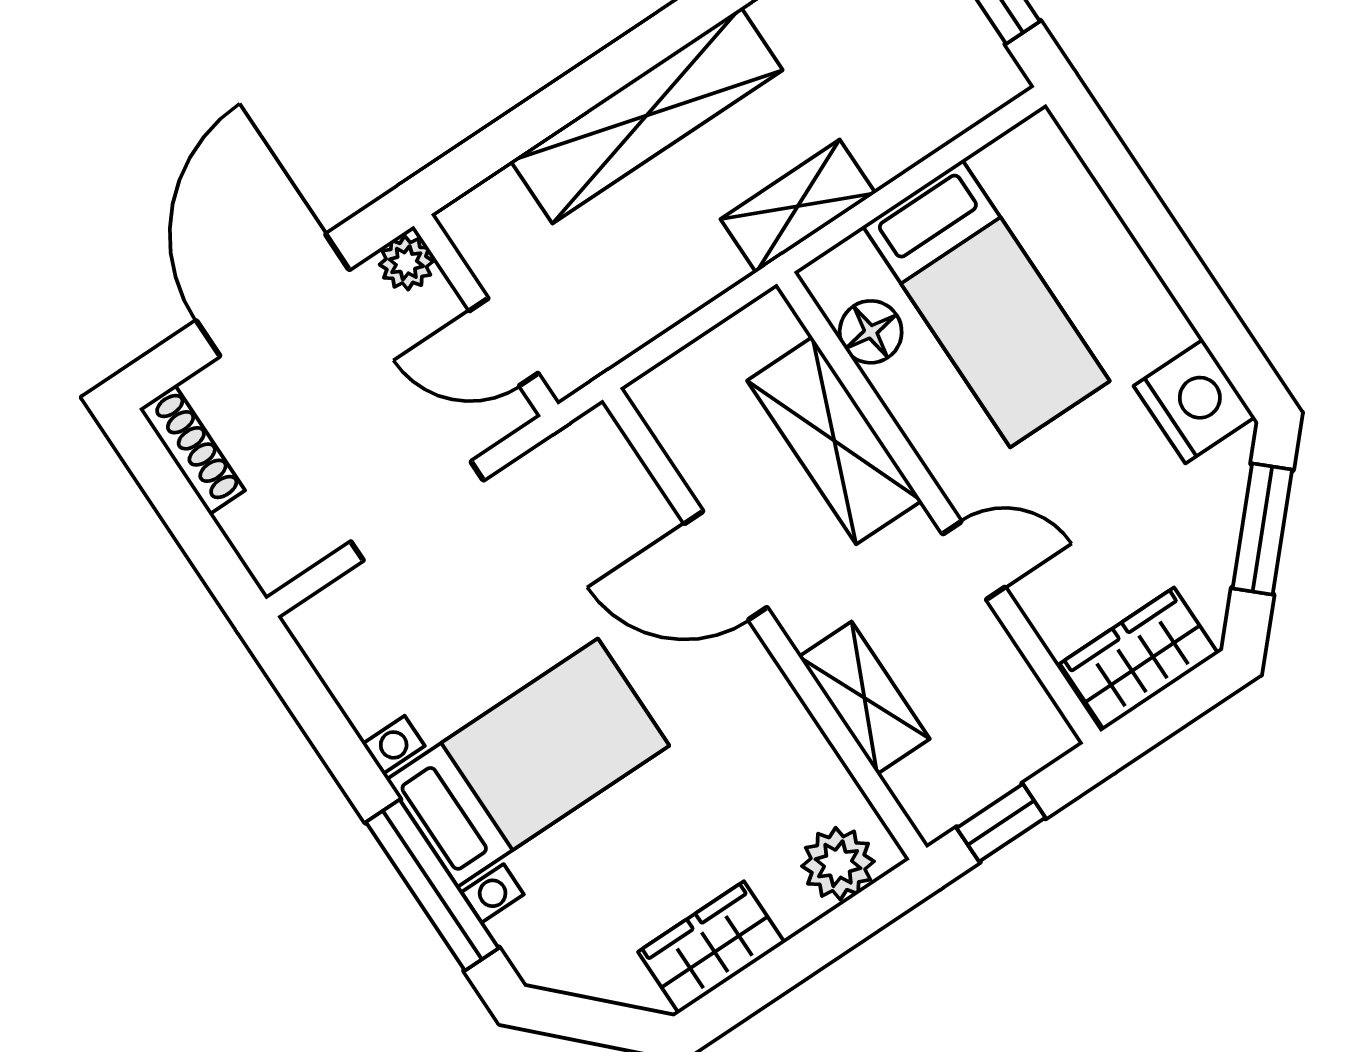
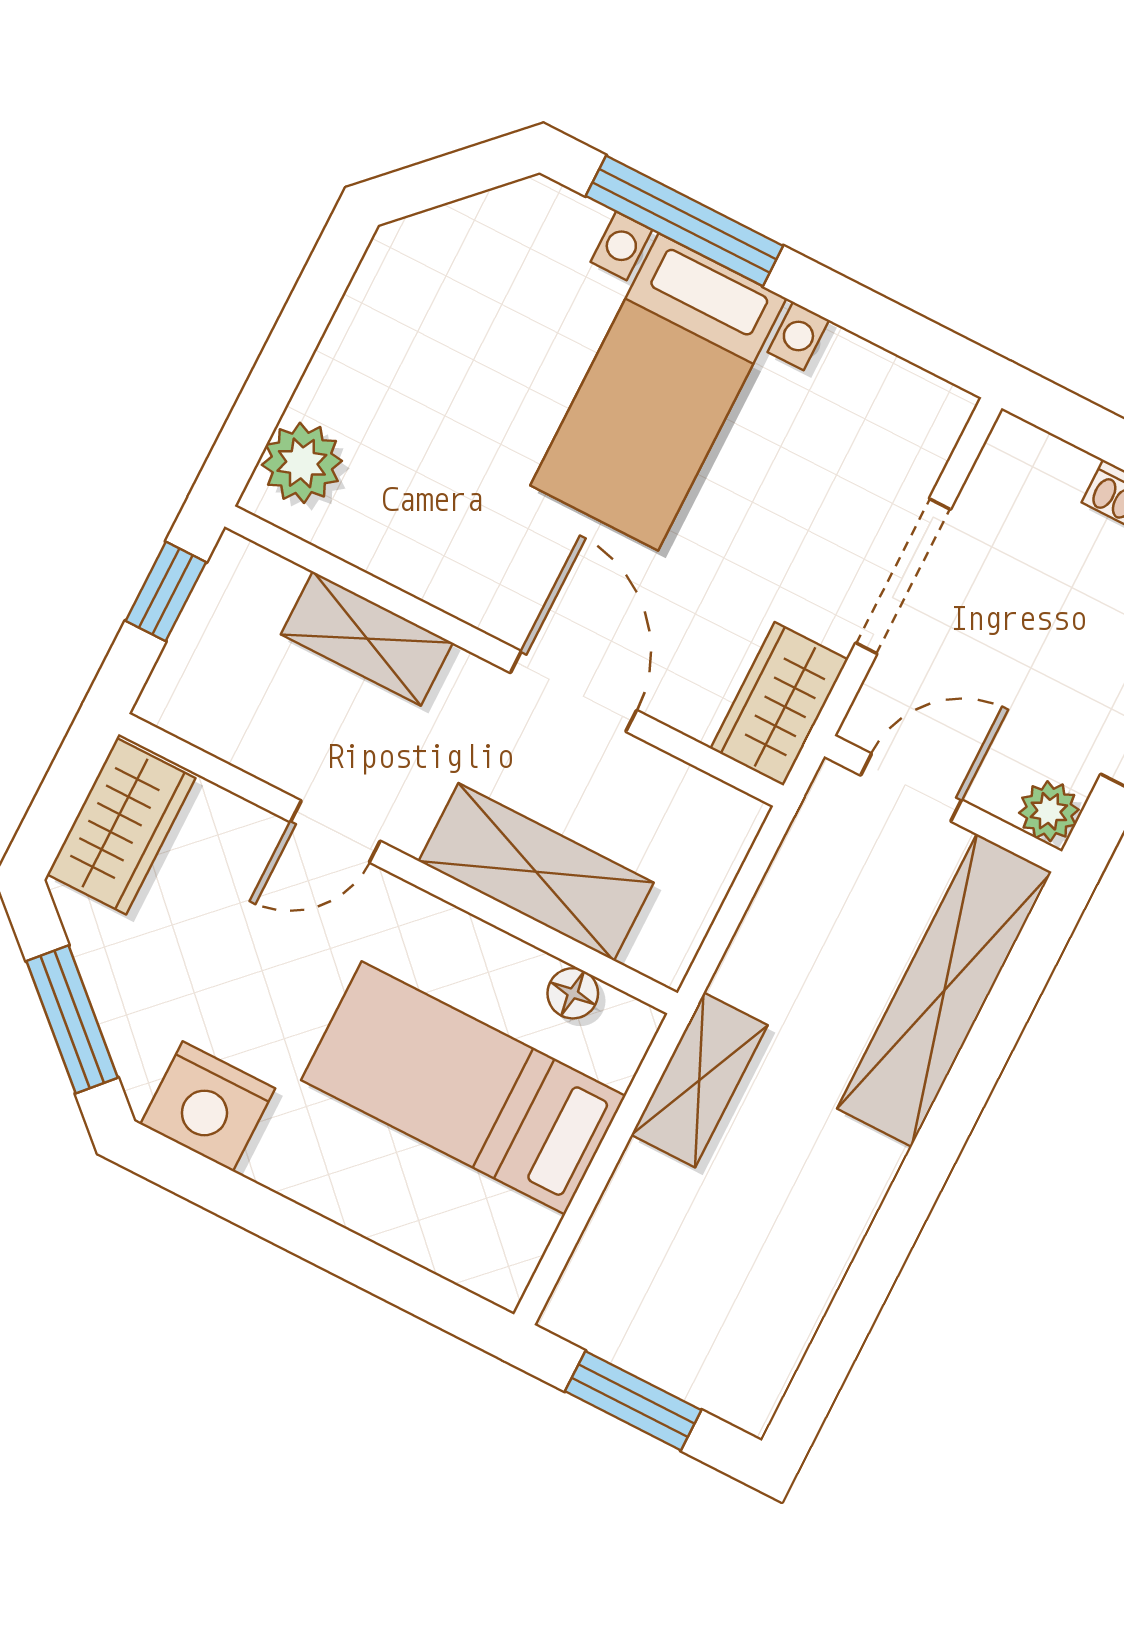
shelving: (647, 115) -> (944, 990), moved
floor lamp: (871, 332) -> (573, 993), width x0.73, depth x0.73
door: (726, 565) -> (574, 691), hinge flipped
wardrobe: (711, 947) -> (779, 704), moved, turned 180

